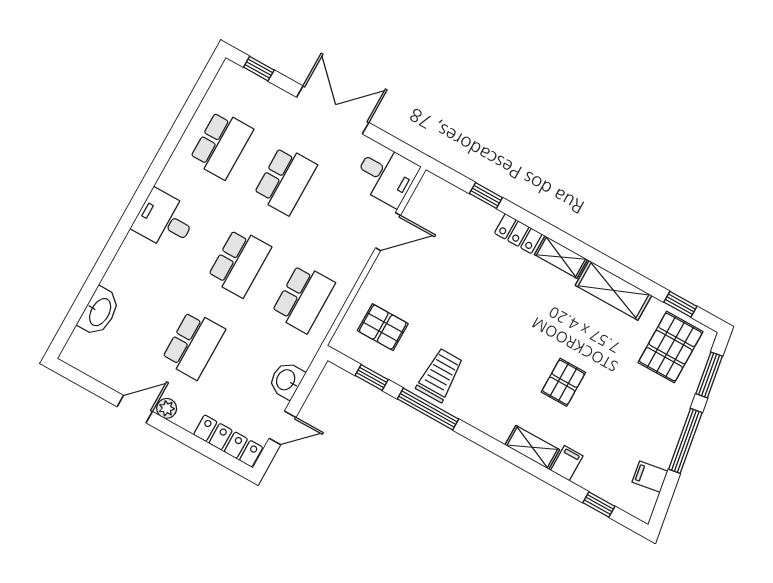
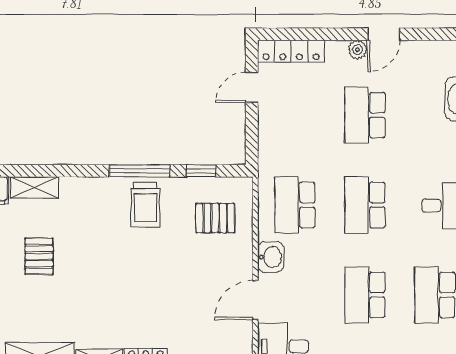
washbasin: (286, 380) -> (271, 257), moved

